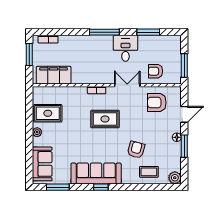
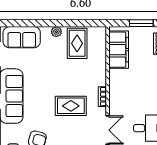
rug: (105, 119) -> (71, 106), turned 90

